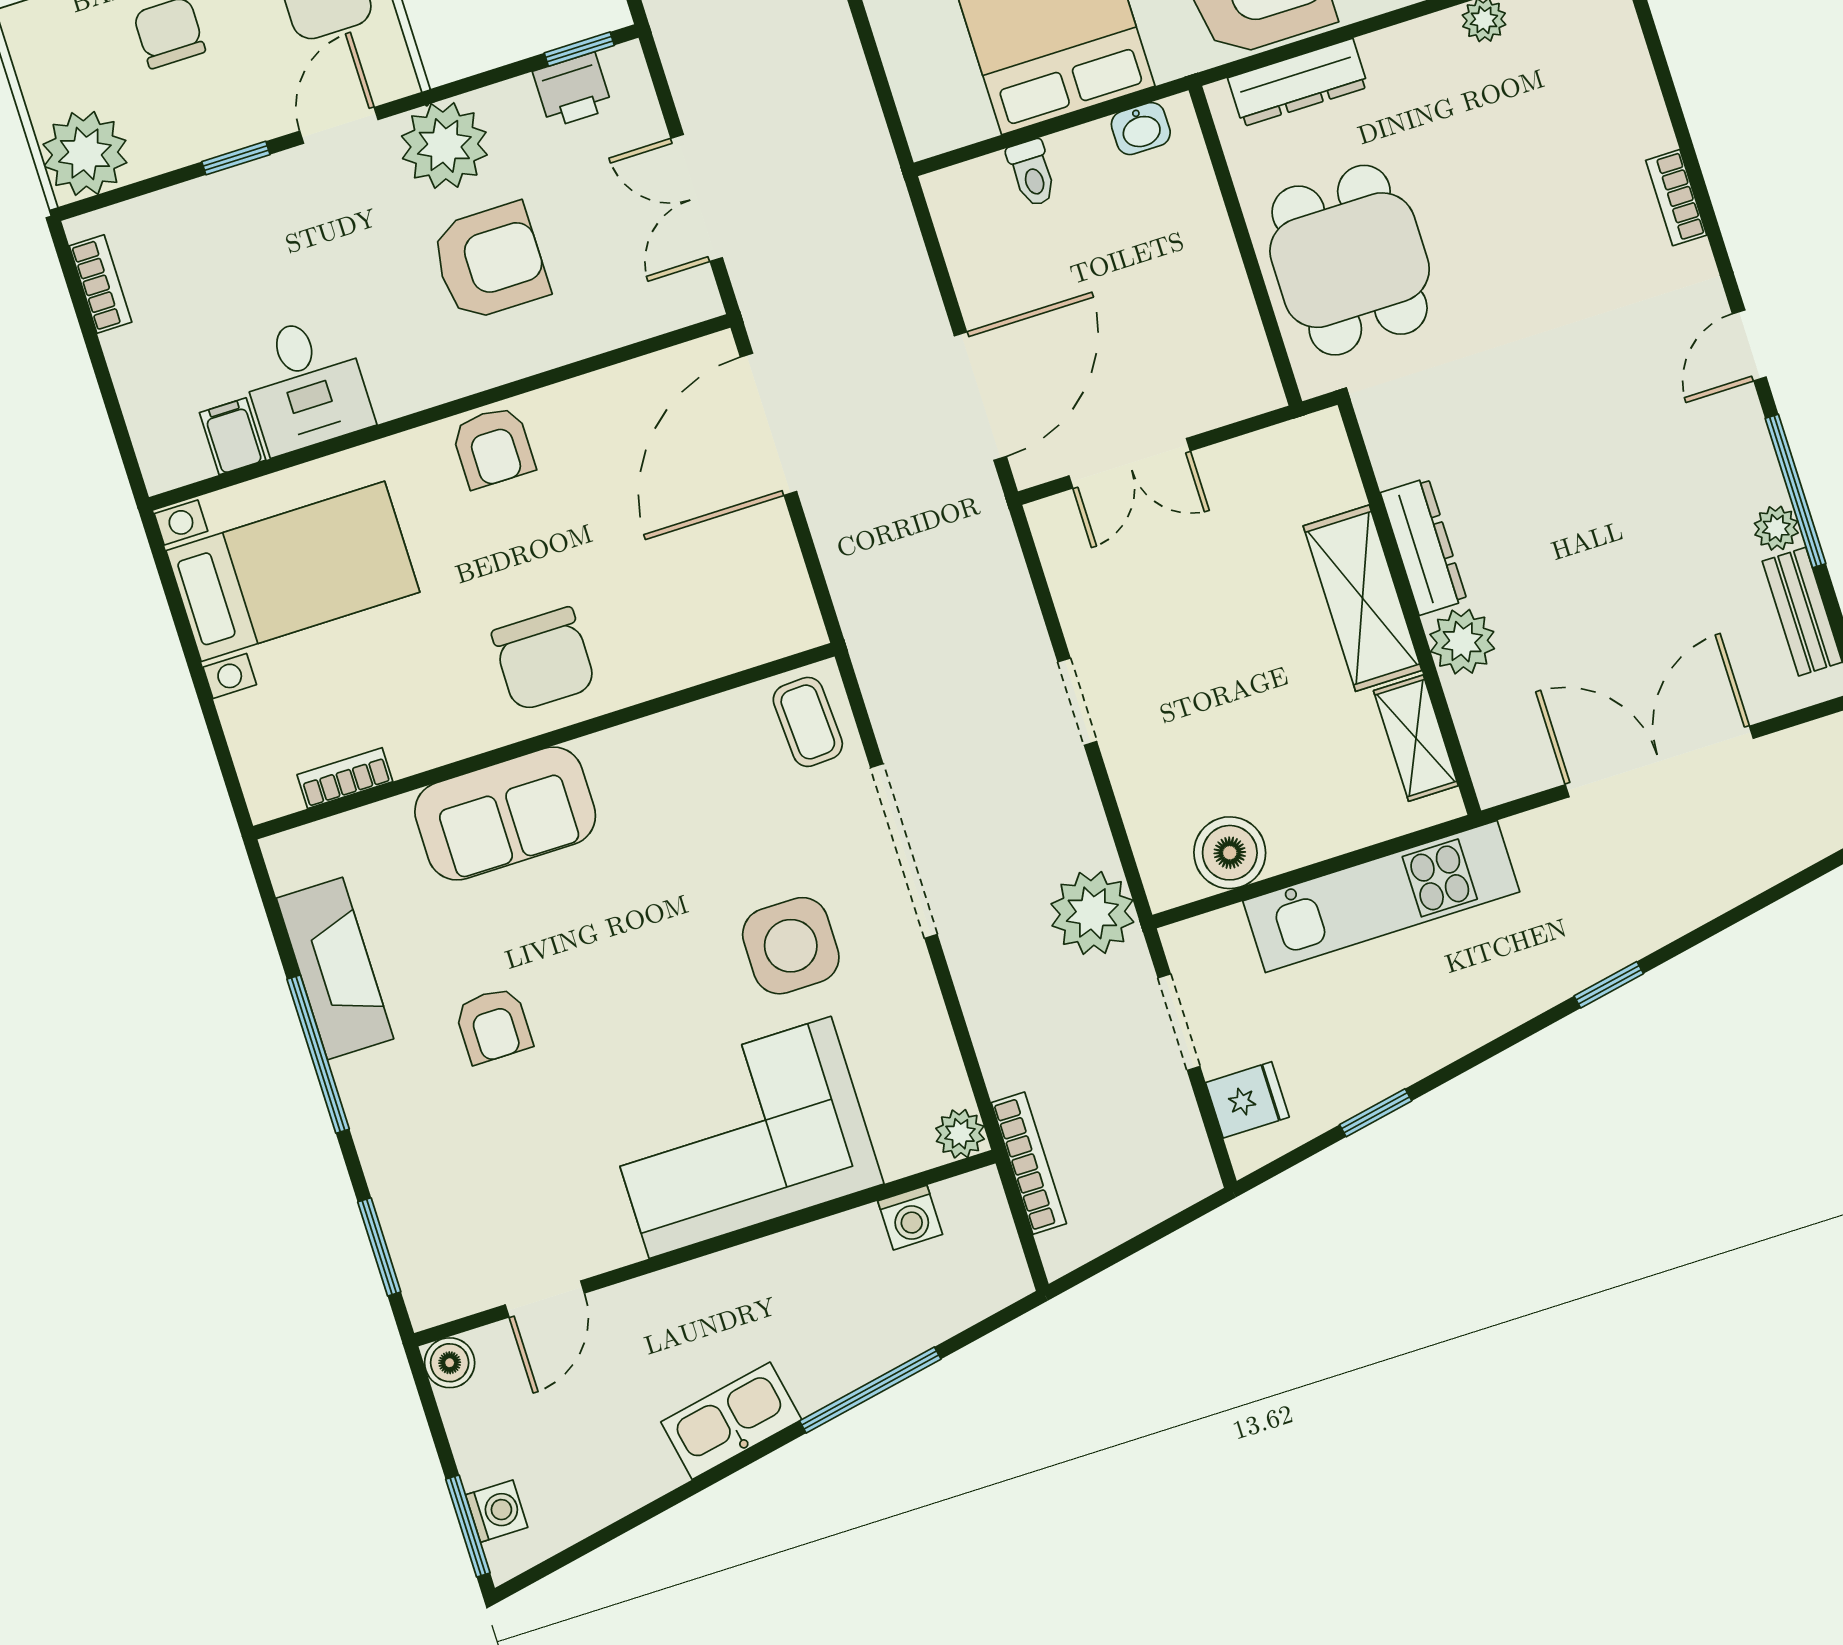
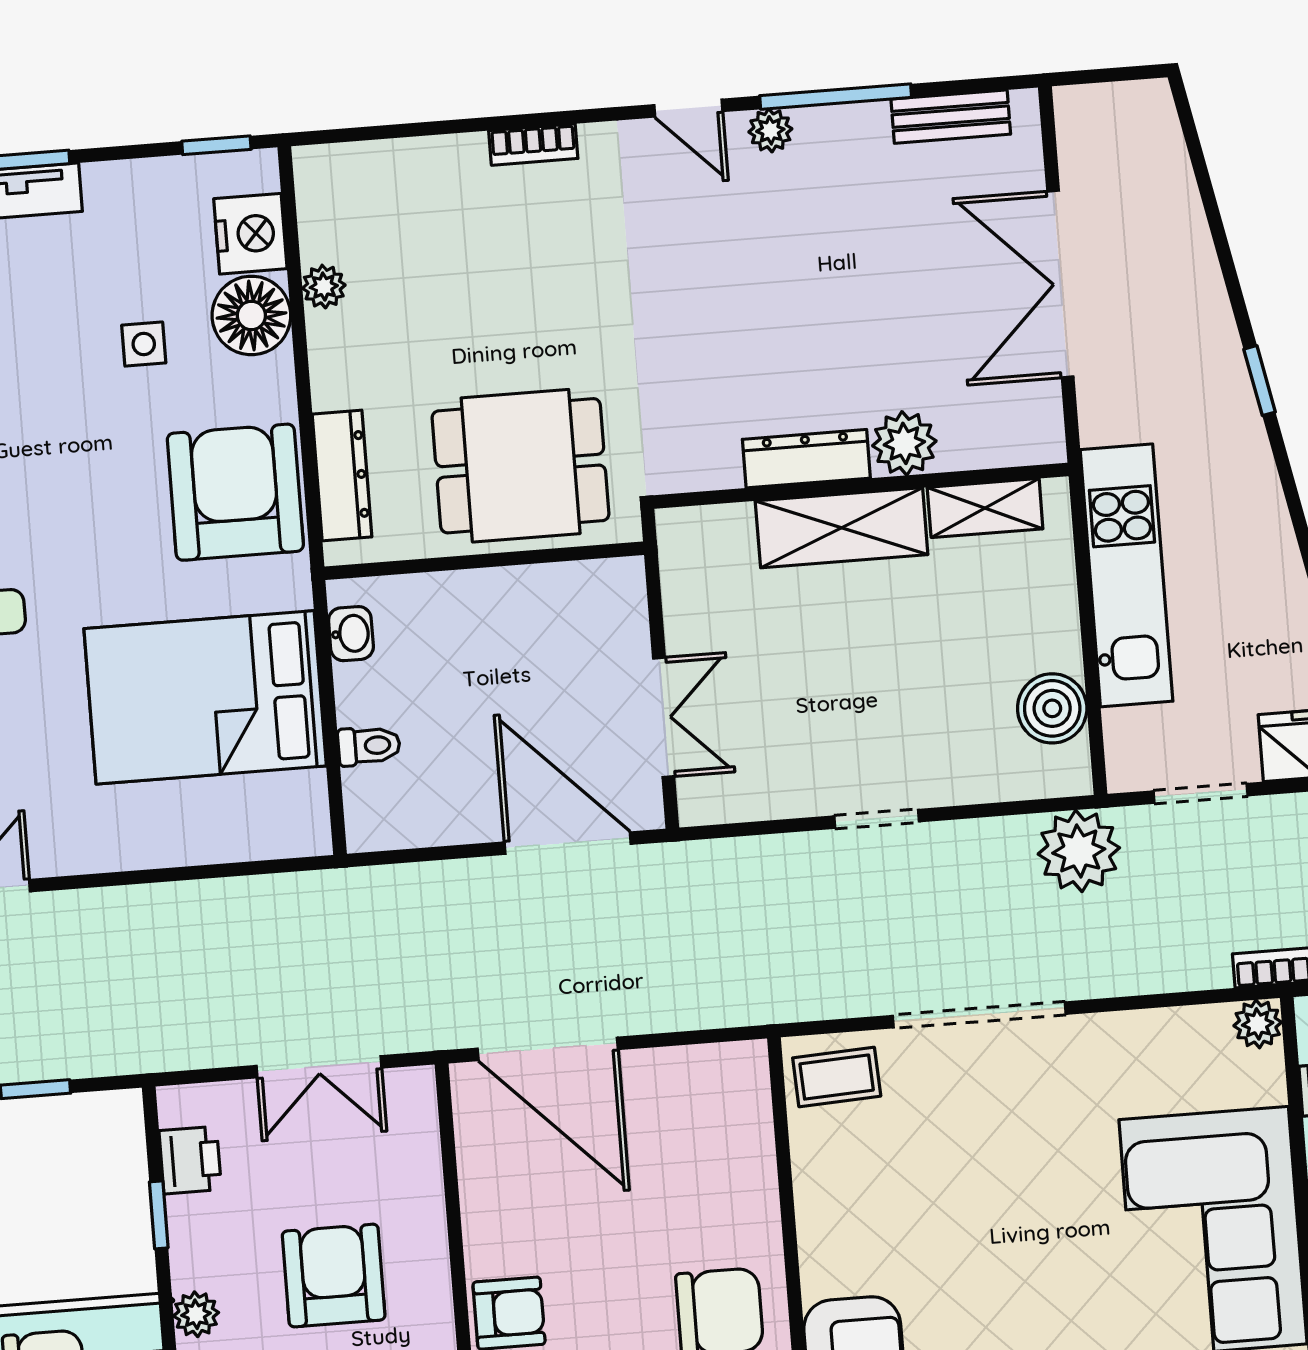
window: (579, 49) -> (159, 1215), moved
plant: (444, 145) -> (196, 1314), width x0.53, depth x0.53
plant: (1776, 528) -> (770, 130), moved
side table: (791, 946) -> (1044, 1142), removed

